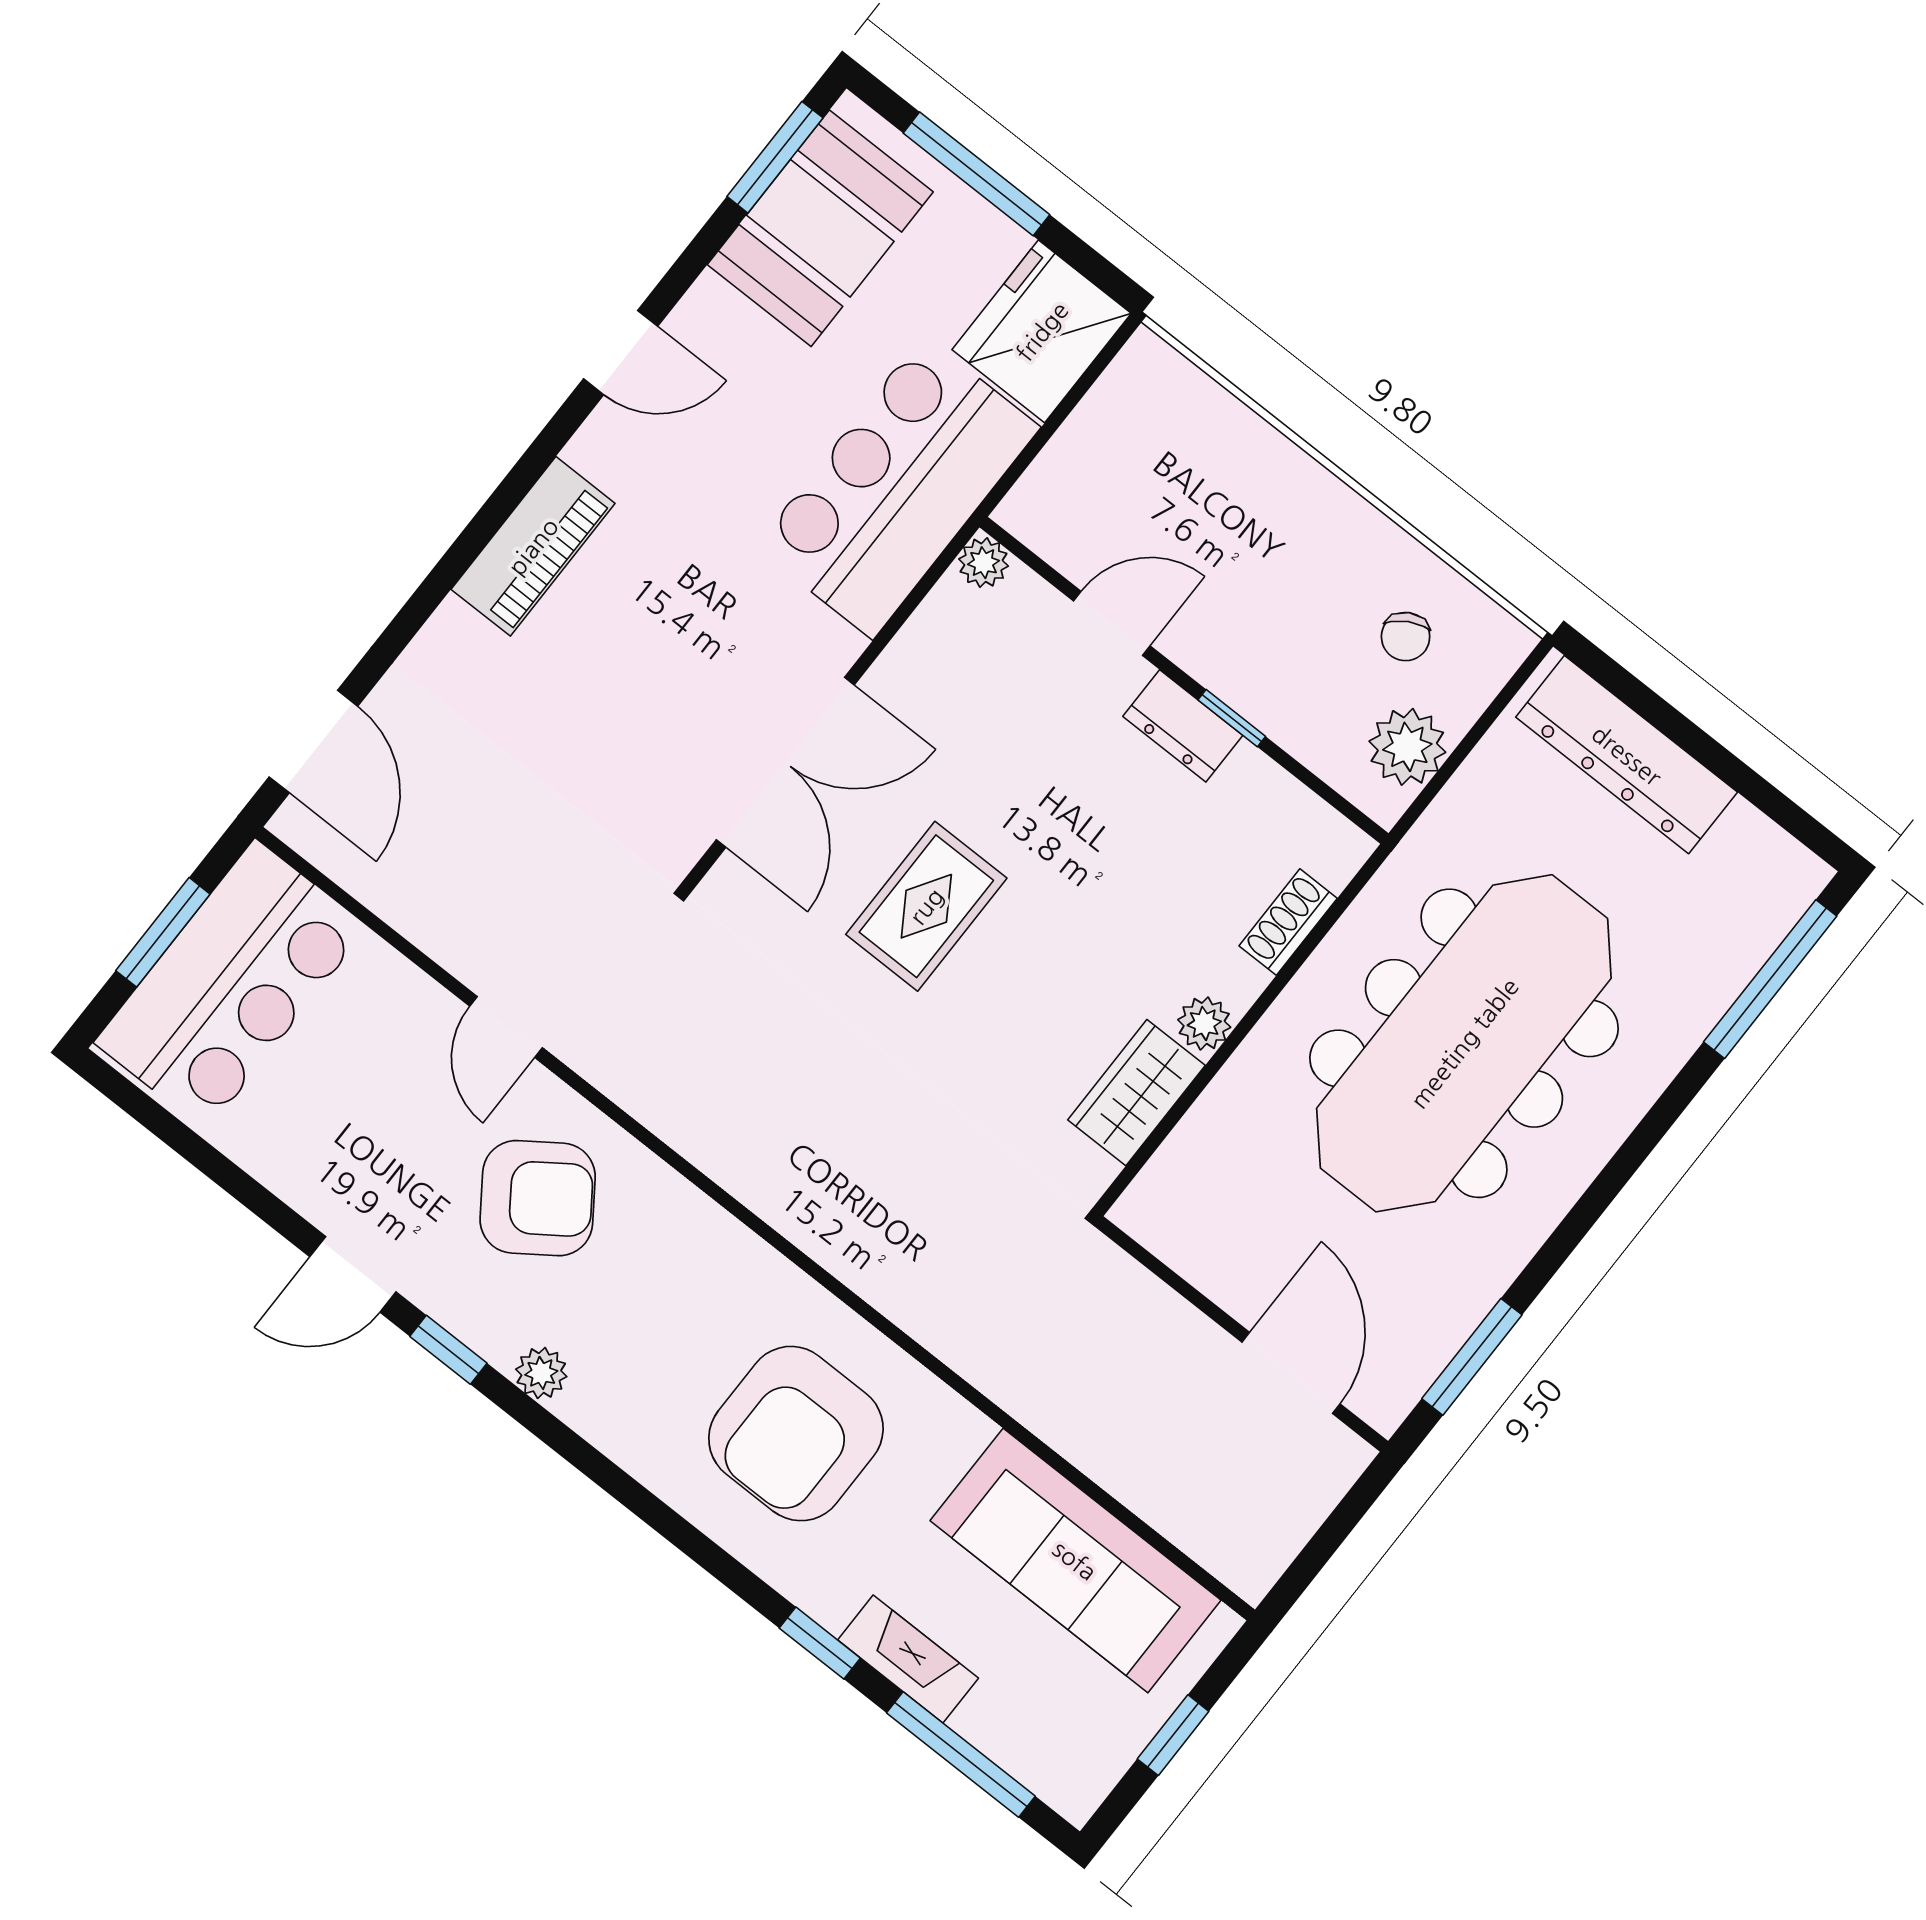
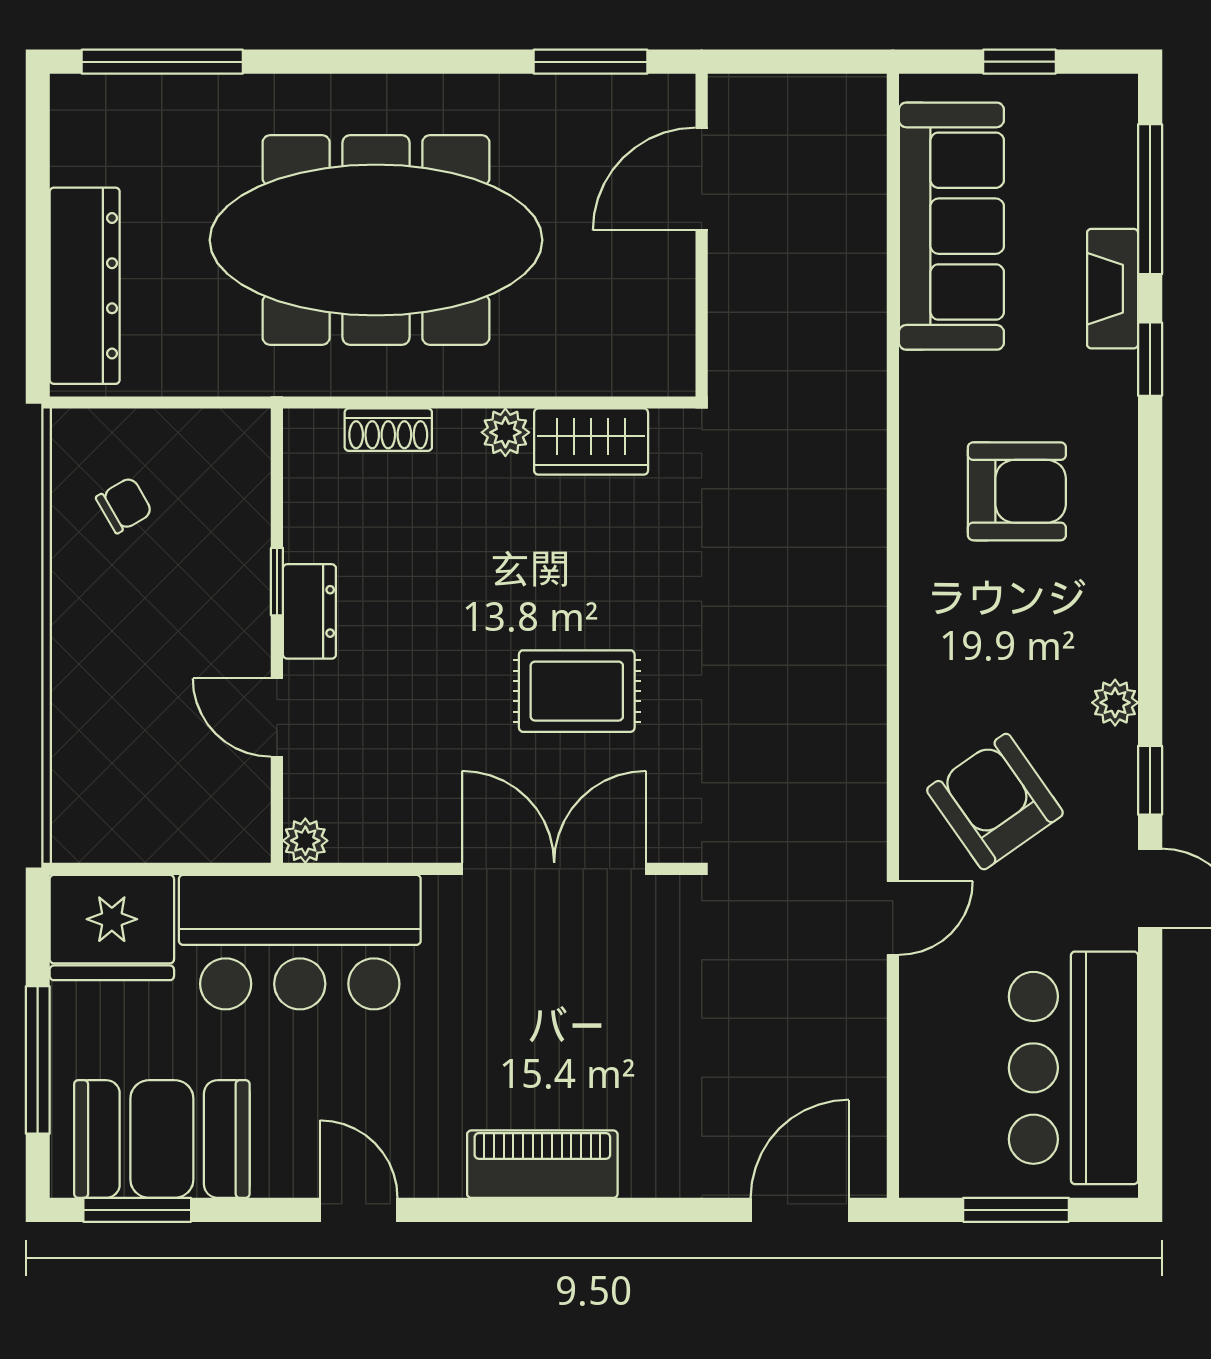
plant: (1407, 747) -> (200, 443), removed
bar counter: (231, 985) -> (1073, 1068), moved, turned -90
armchair: (796, 1434) -> (1017, 491), width x0.73, depth x0.73

